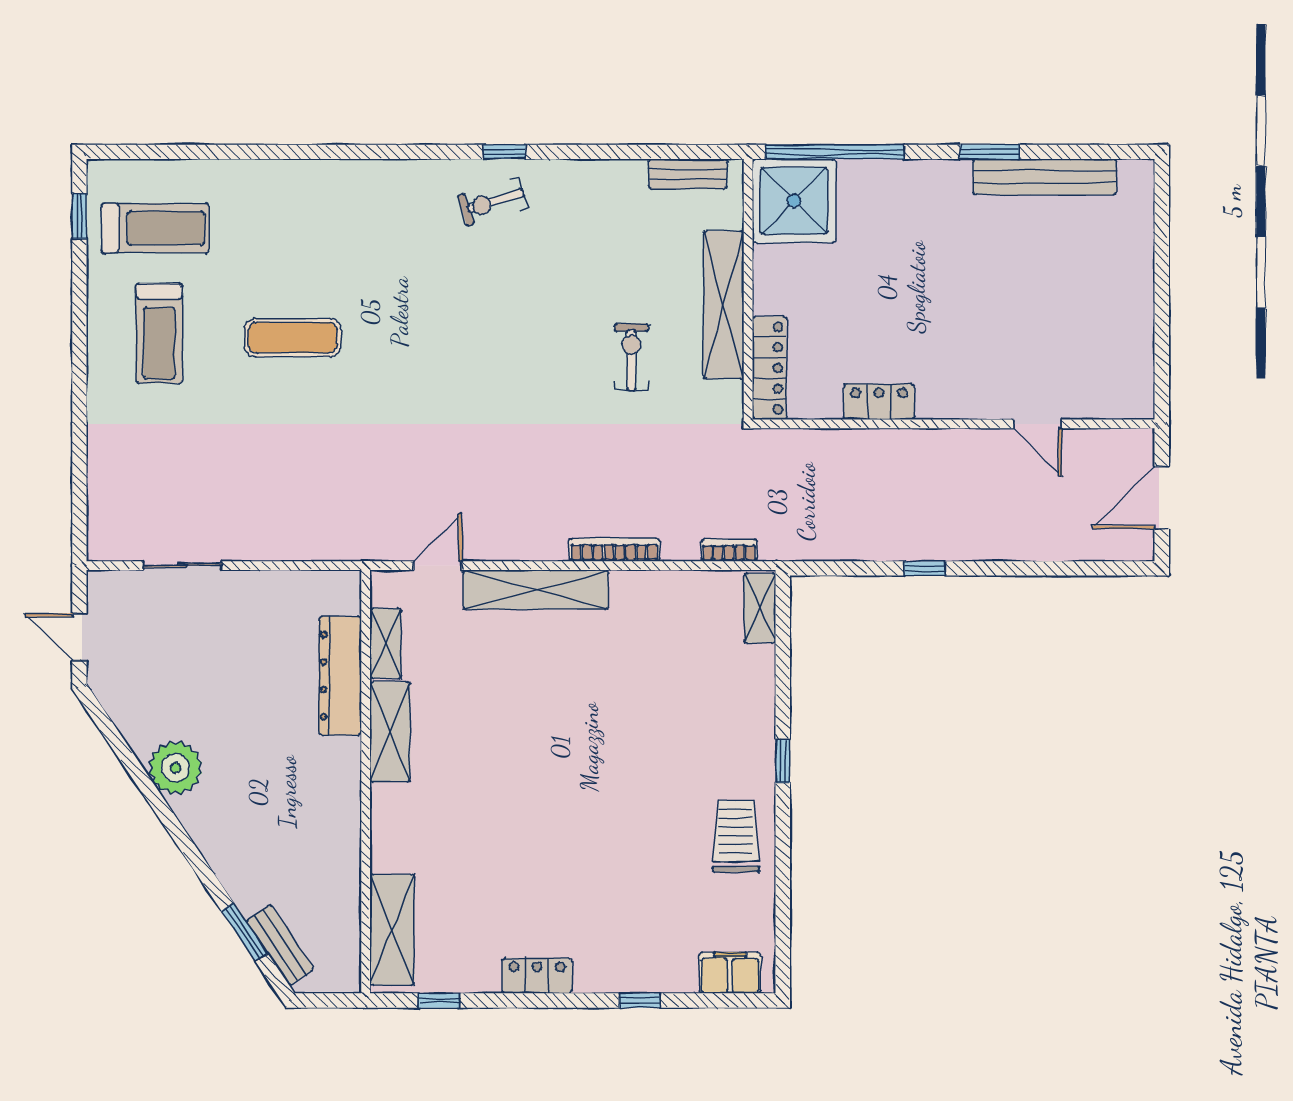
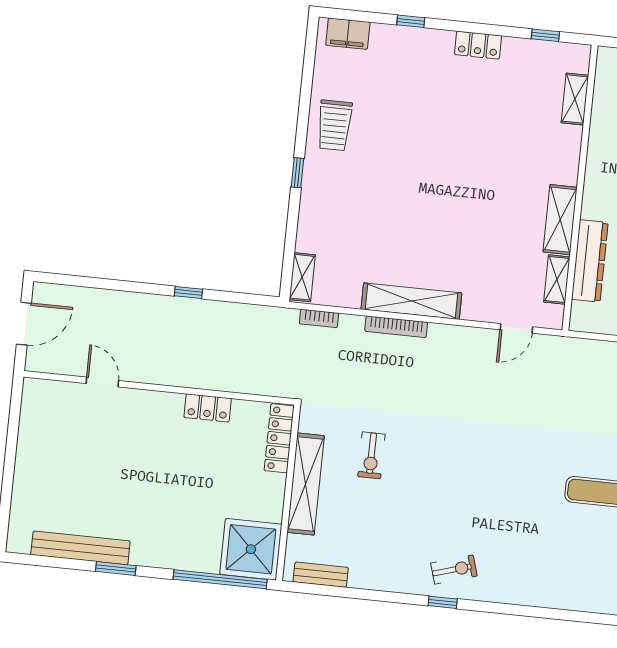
shelving: (536, 590) -> (411, 301), moved
shelving: (392, 930) -> (575, 99), width x0.67, depth x0.75

